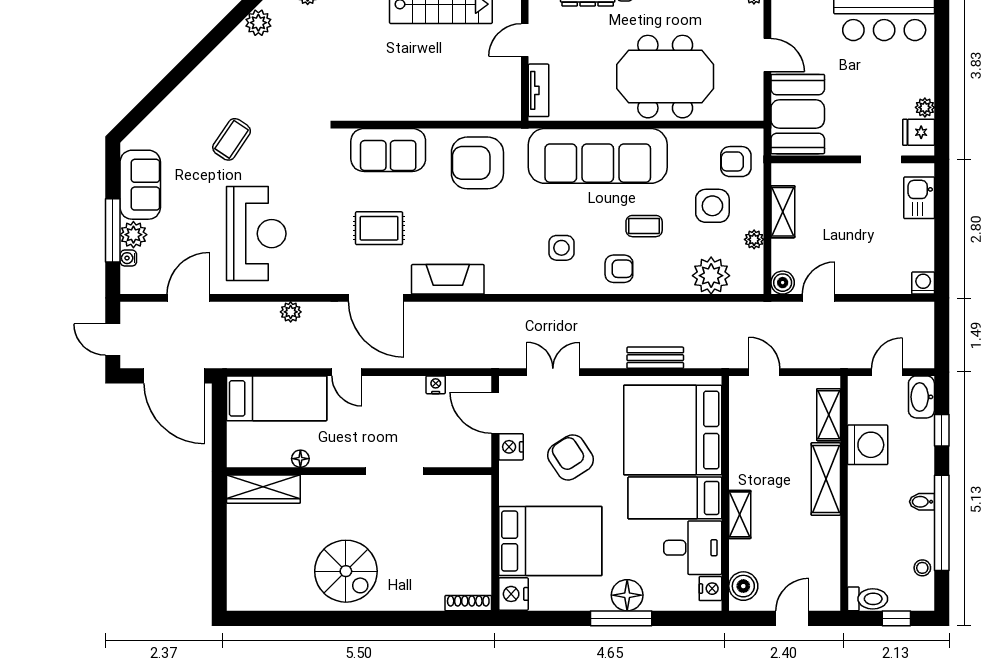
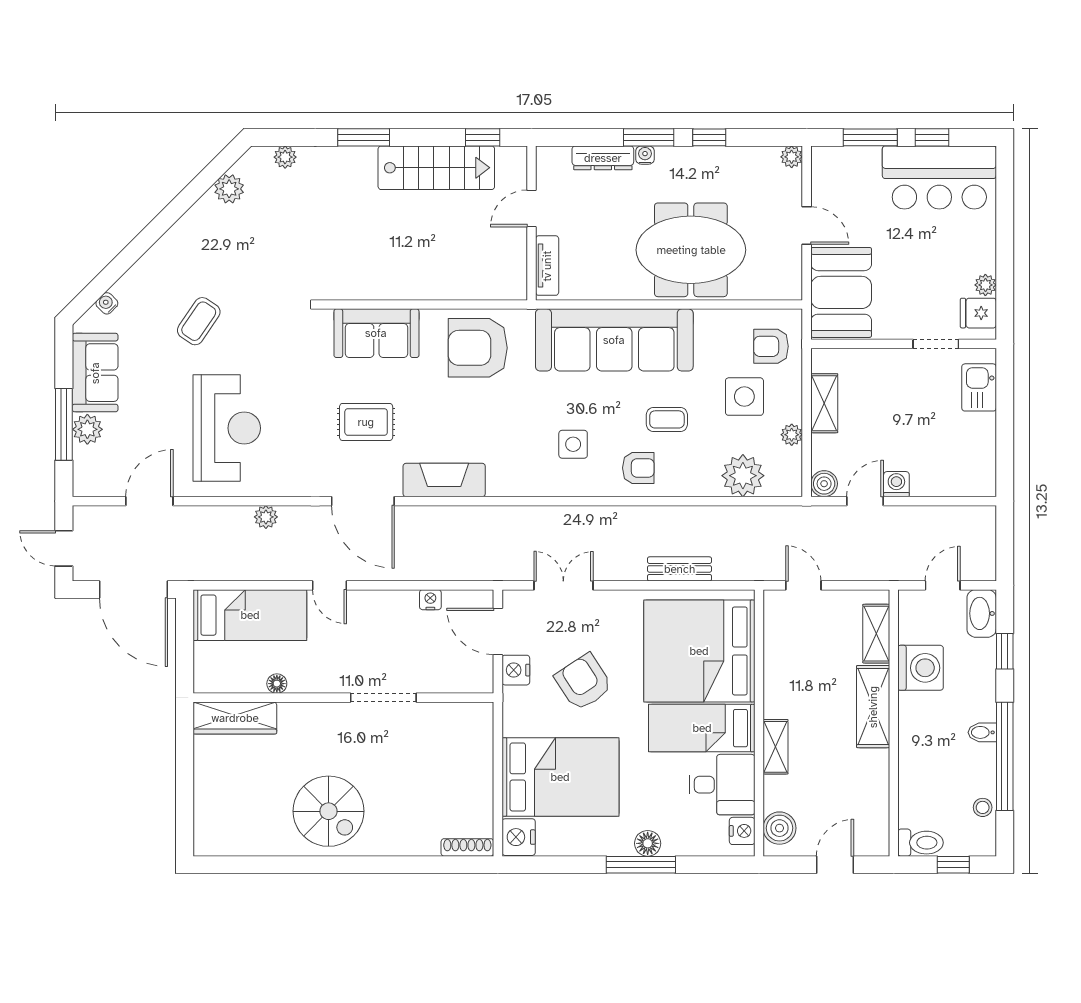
water cooler: (128, 258) -> (107, 303), moved, turned 45
washing machine: (923, 283) -> (896, 484), moved
floor lamp: (627, 595) -> (648, 843), width x0.73, depth x0.73

